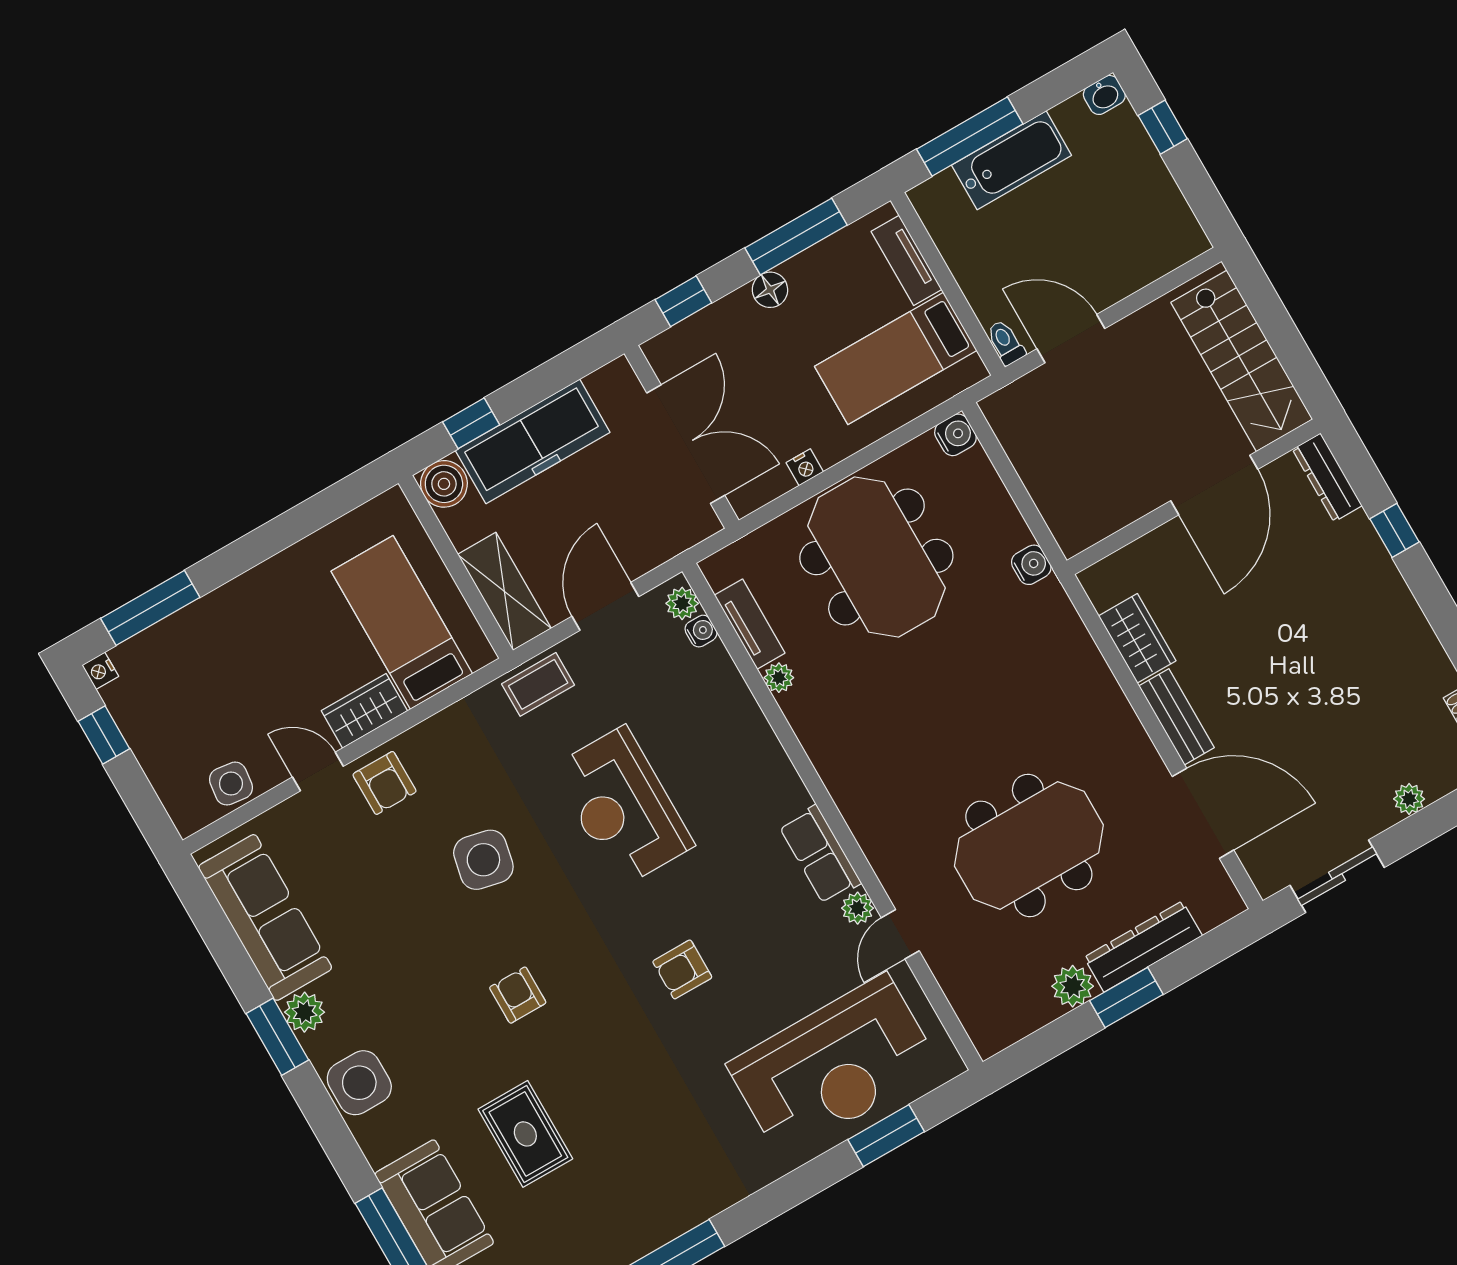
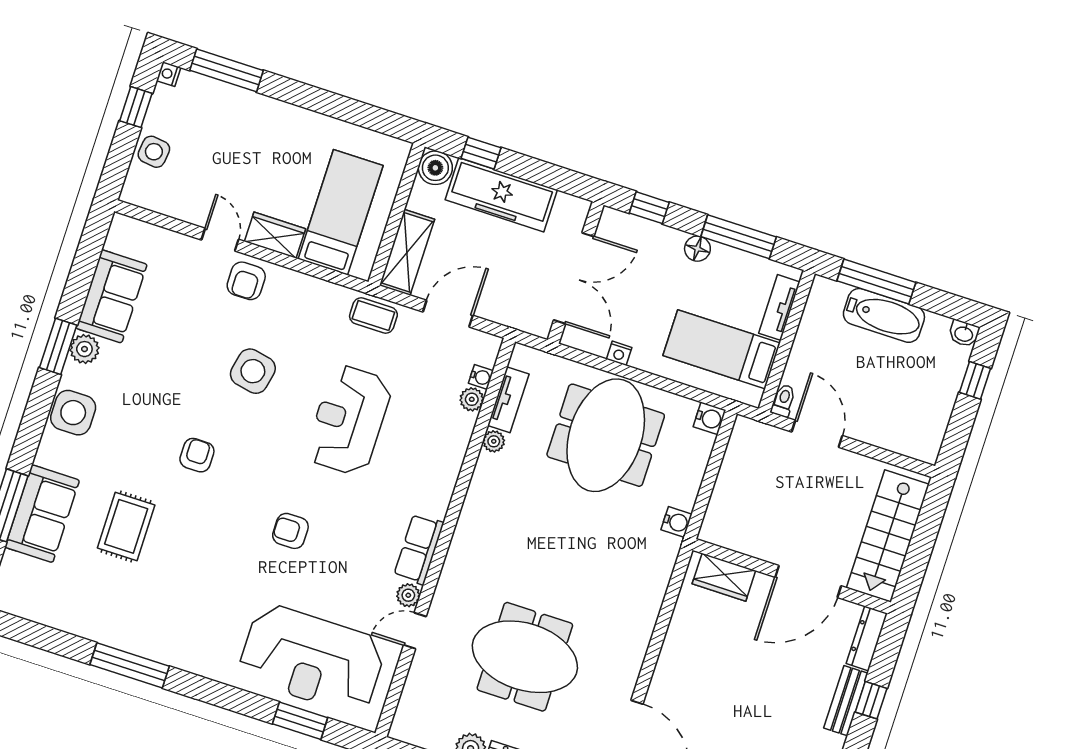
plant: (682, 603) -> (472, 399), moved
wardrobe: (1137, 638) -> (724, 577), moved, turned 90
bench: (1177, 717) -> (846, 701), moved
side table: (231, 784) -> (154, 152), moved
sofa: (265, 917) -> (112, 296), width x0.73

